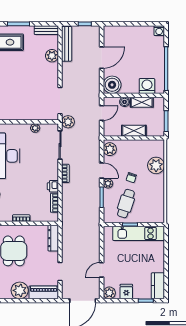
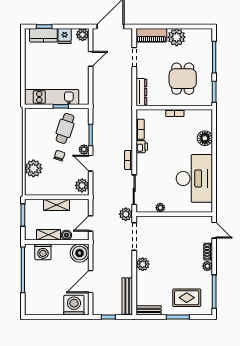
washing machine: (159, 31) -> (74, 305), moved, width x1.89, depth x1.89
plant: (52, 56) -> (143, 264), moved
kitchen counter: (158, 286) -> (43, 35), moved, turned 90

